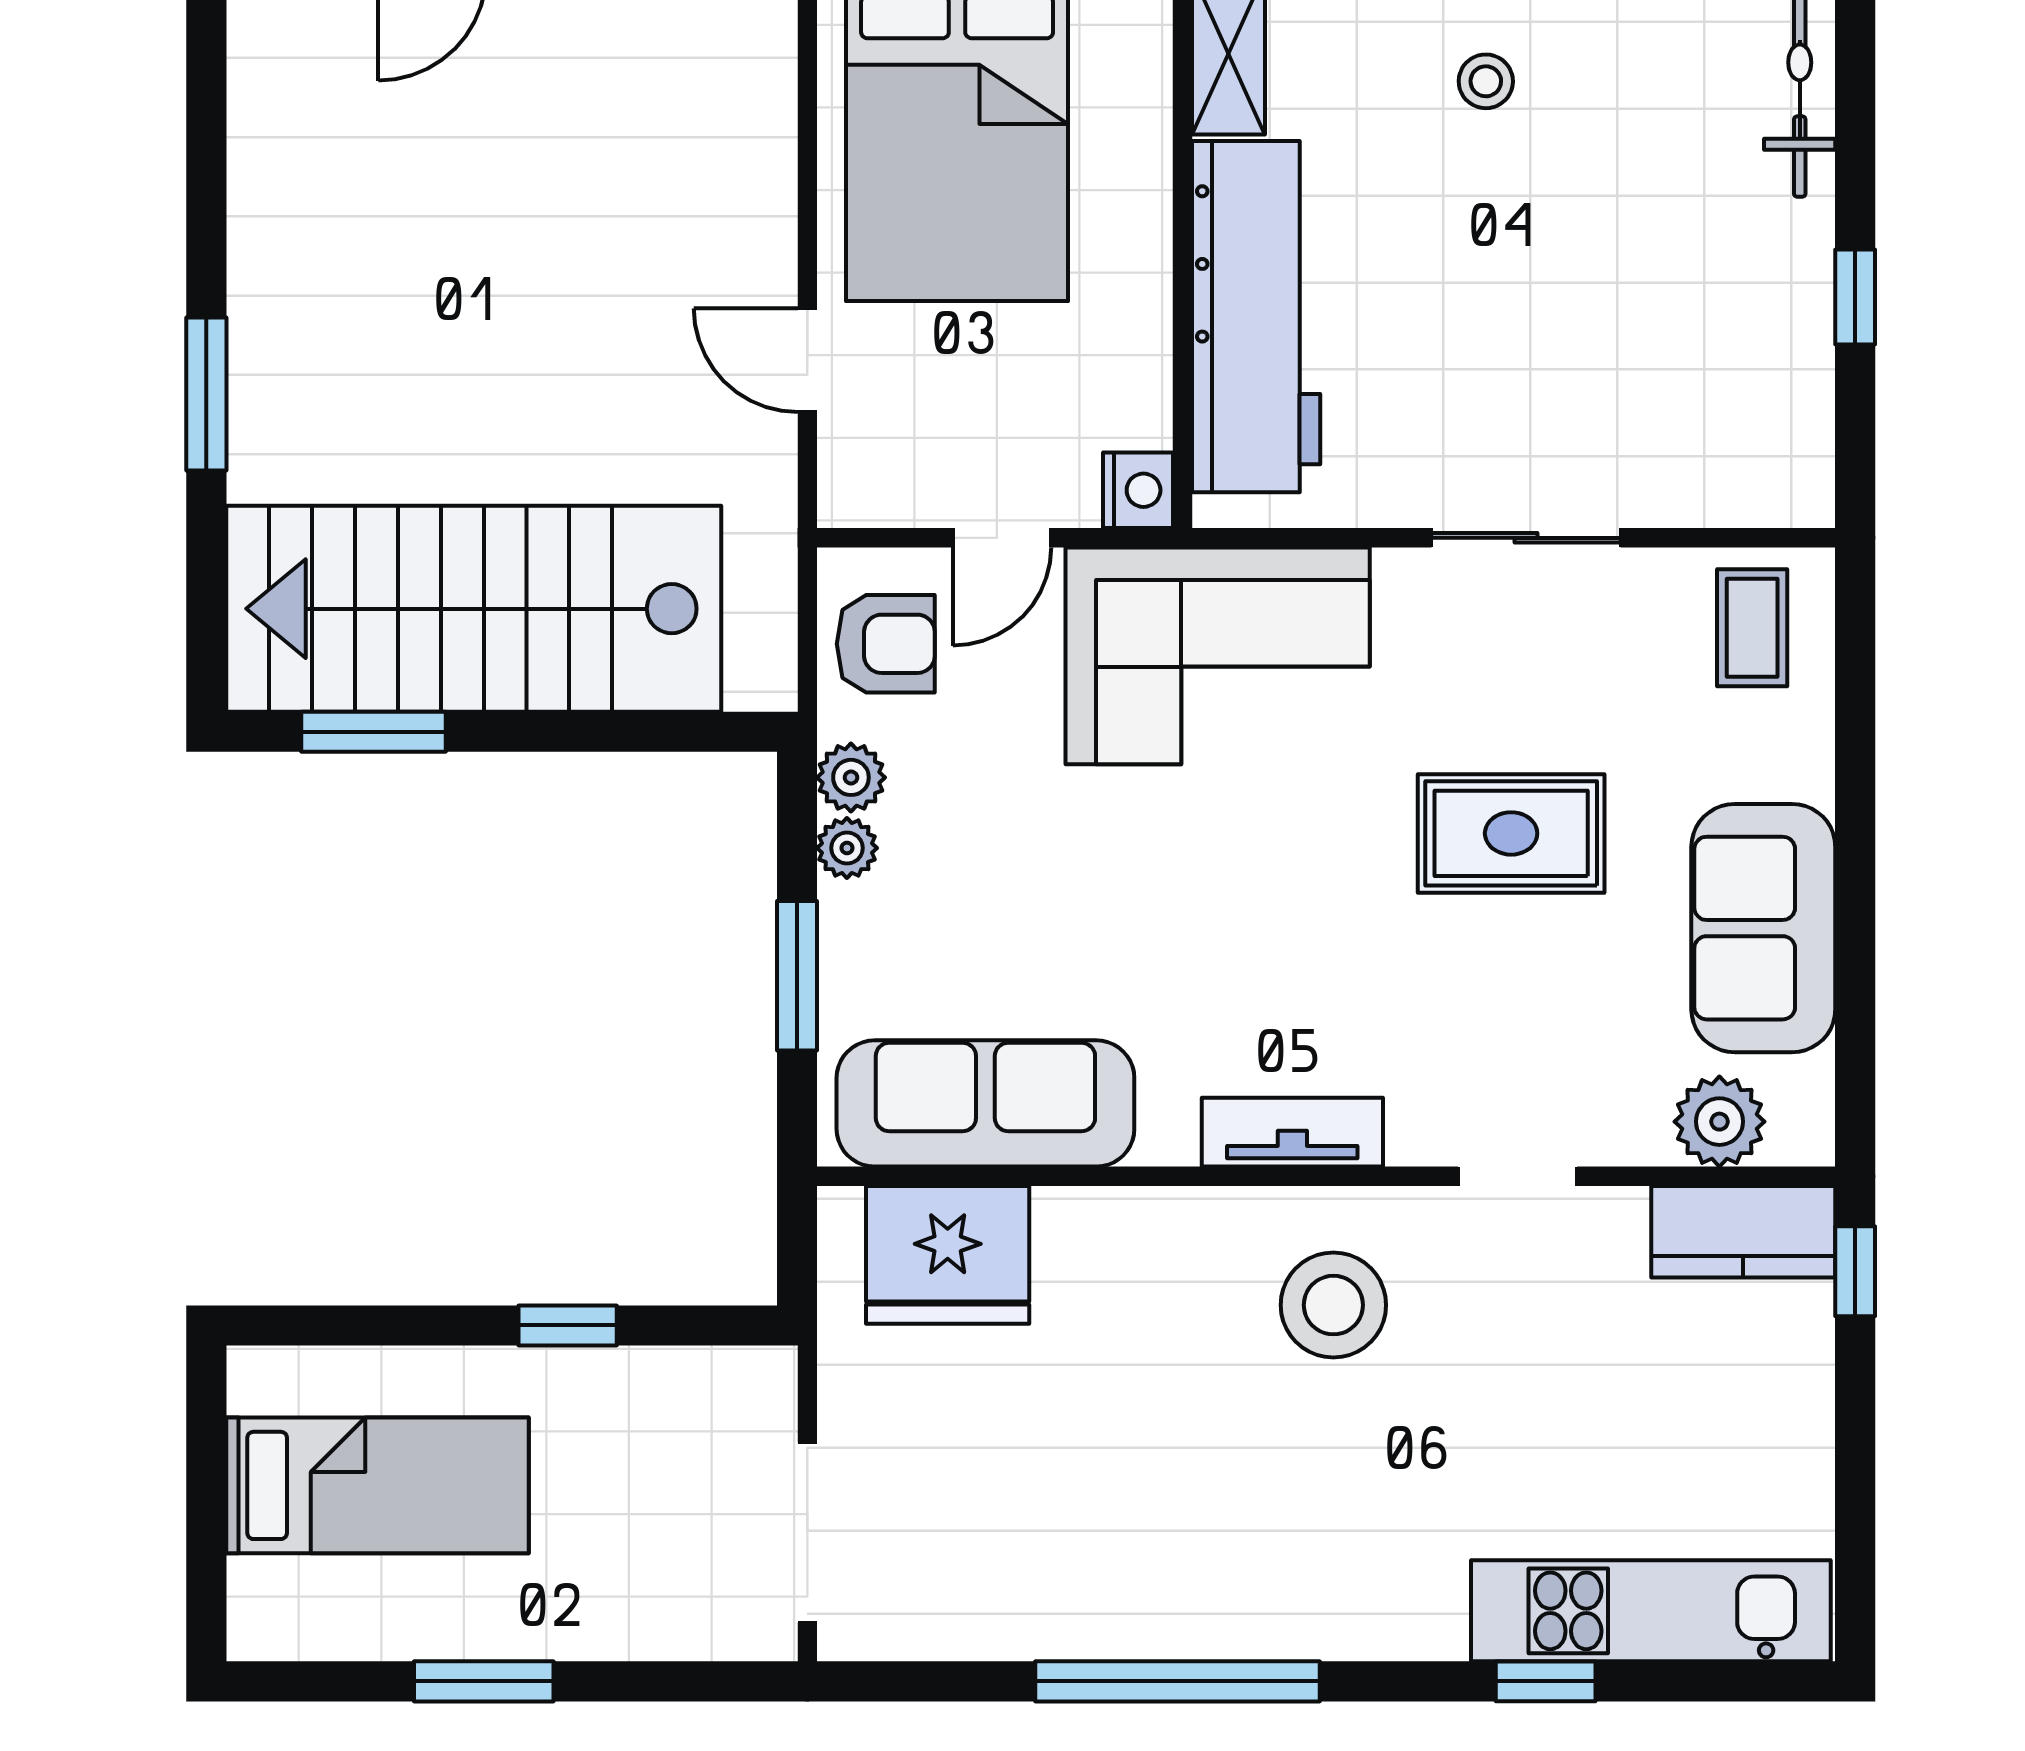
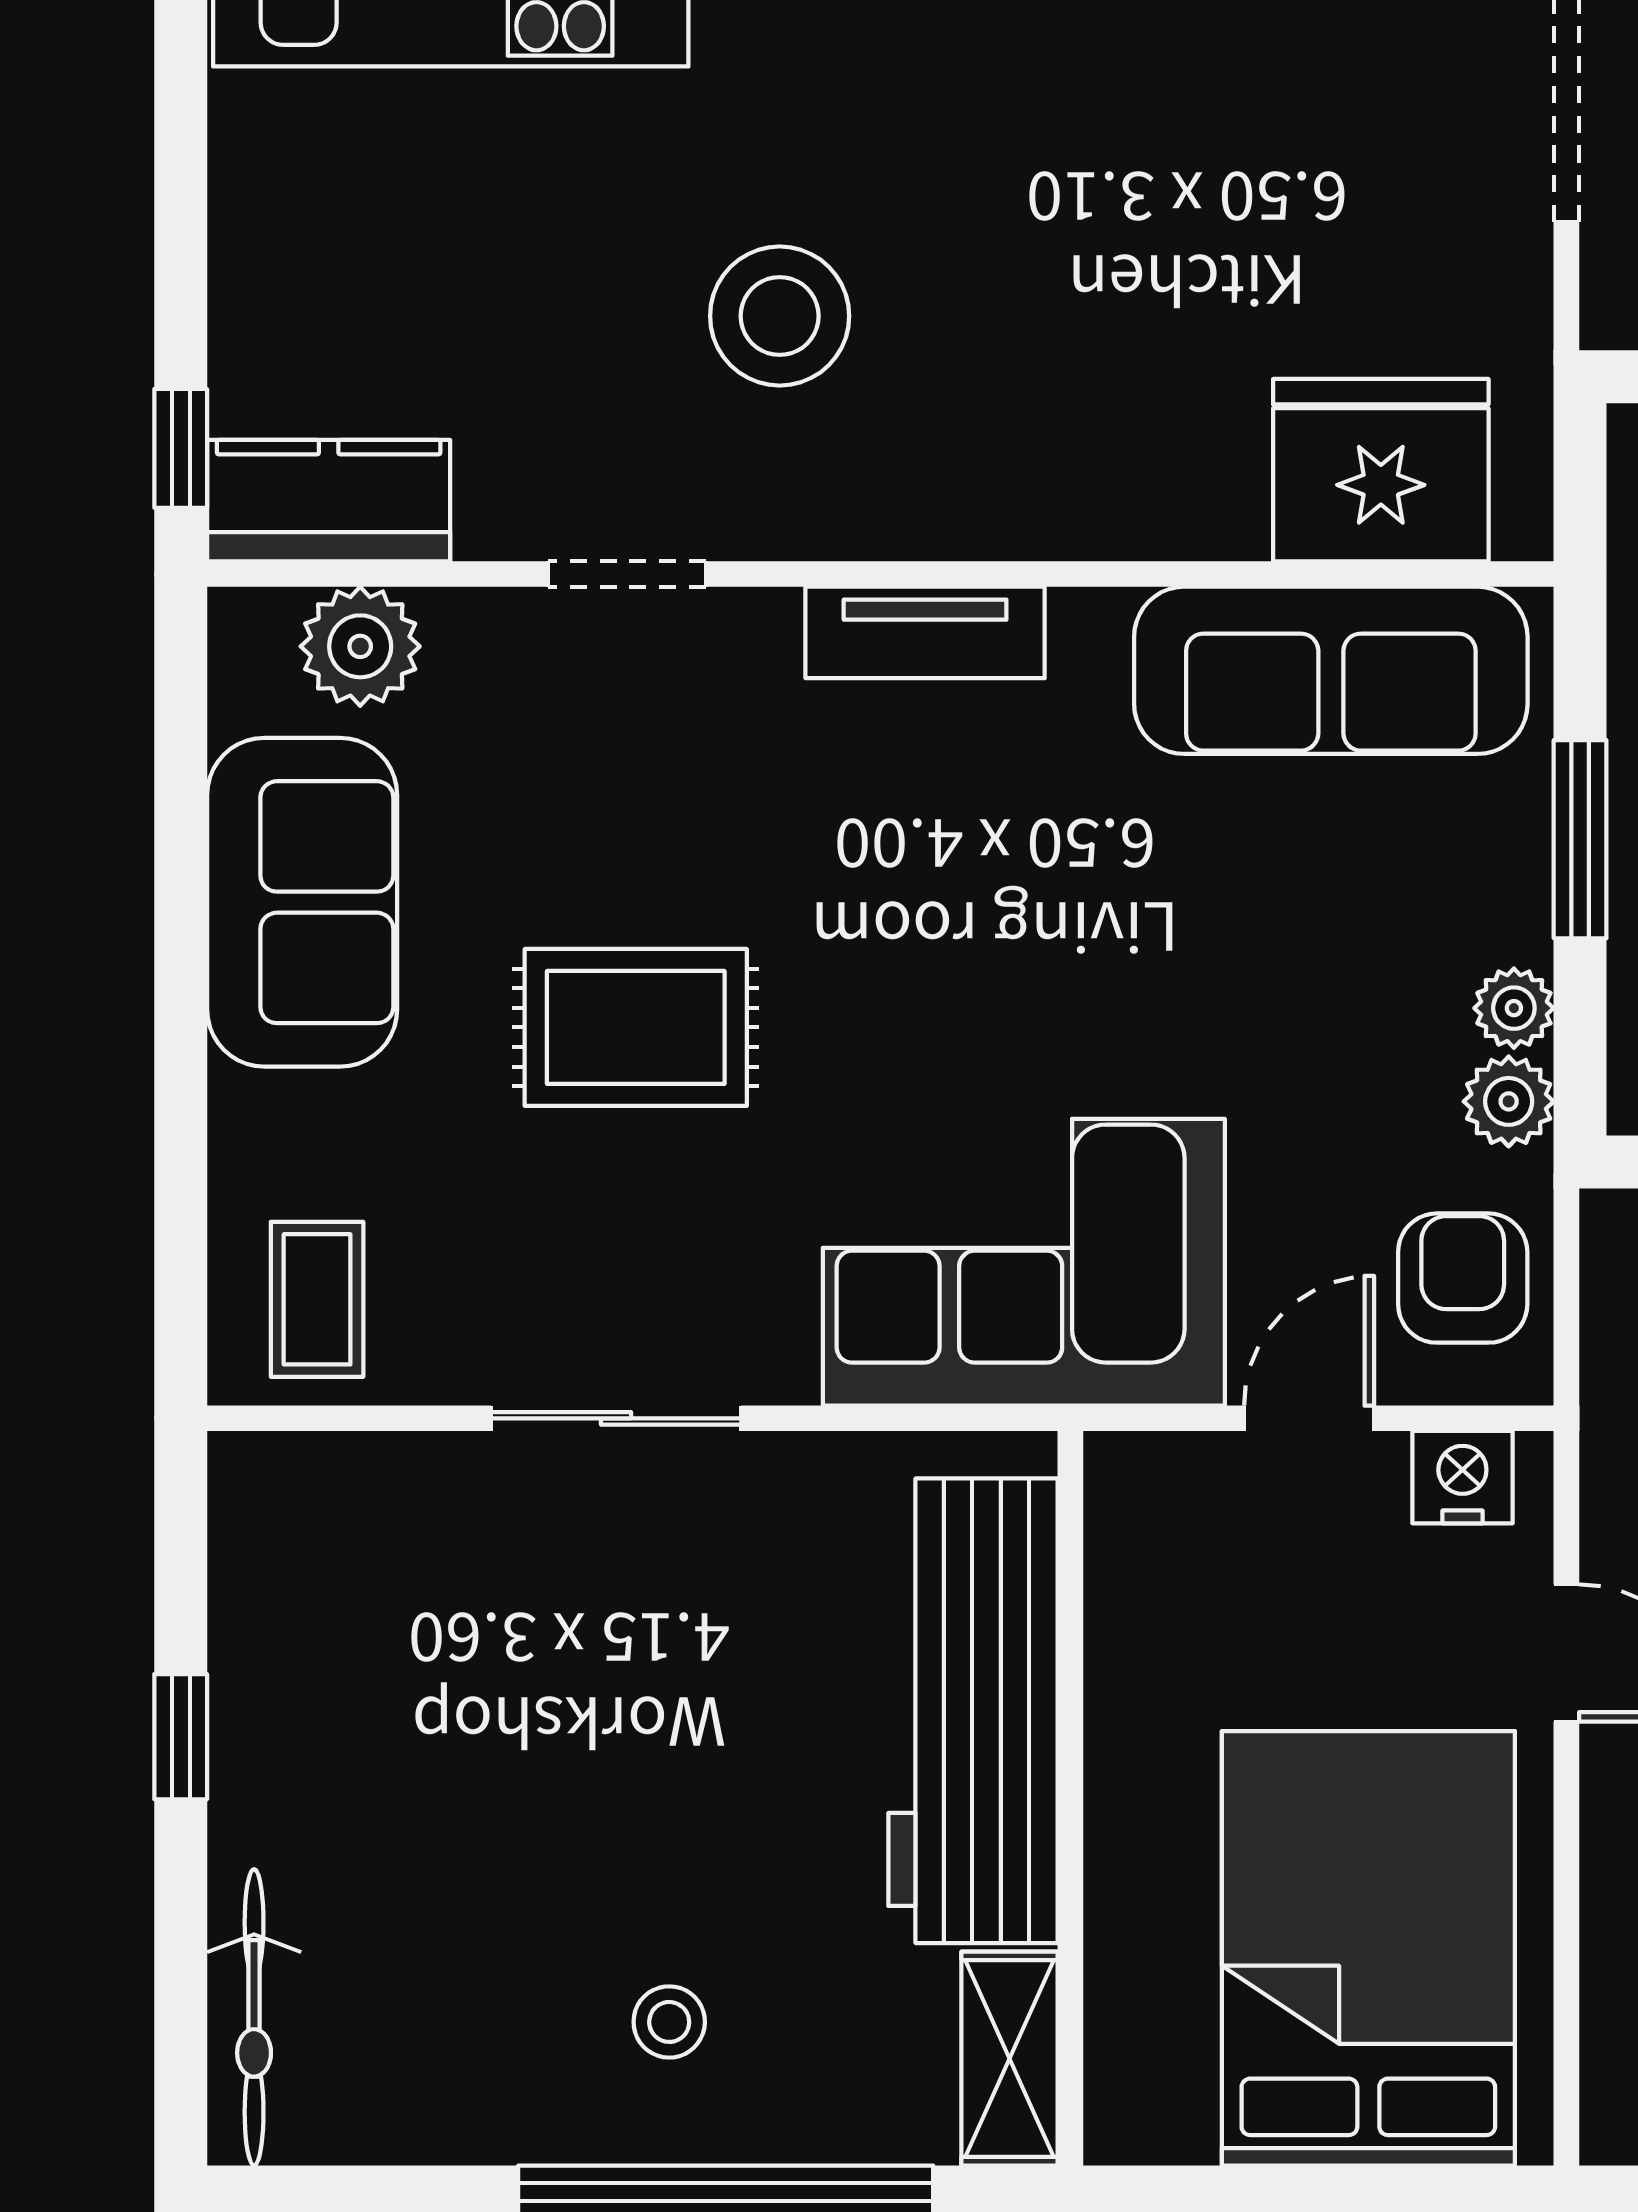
nightstand: (1138, 490) -> (1462, 1477), moved, turned 90
armchair: (886, 644) -> (1463, 1278), turned 90
stool: (1333, 1305) -> (780, 316), moved

